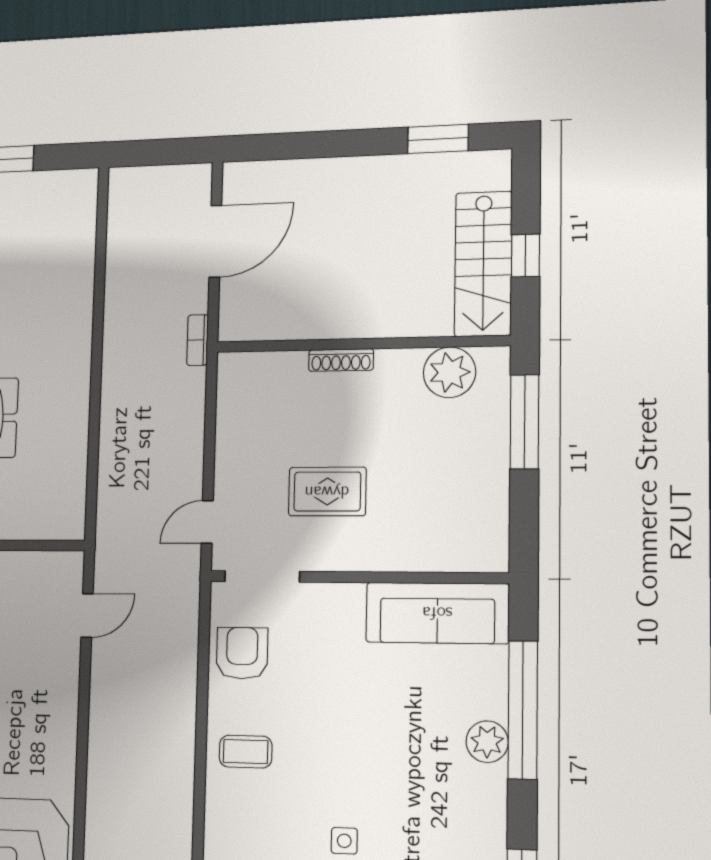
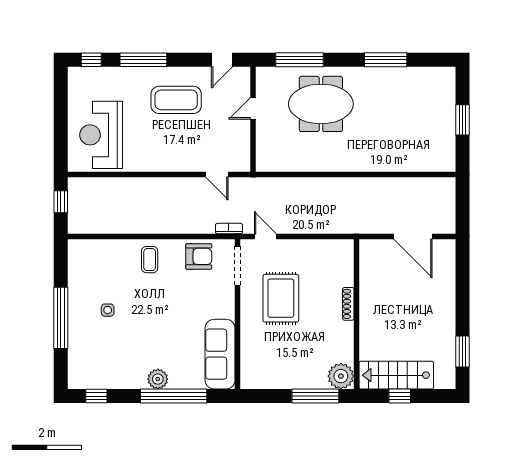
bookcase: (198, 340) -> (229, 229), moved
plant: (450, 372) -> (341, 376), moved
rug: (327, 492) -> (281, 298), width x1.36, depth x1.43

